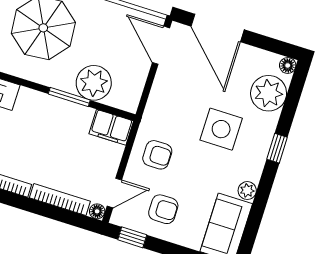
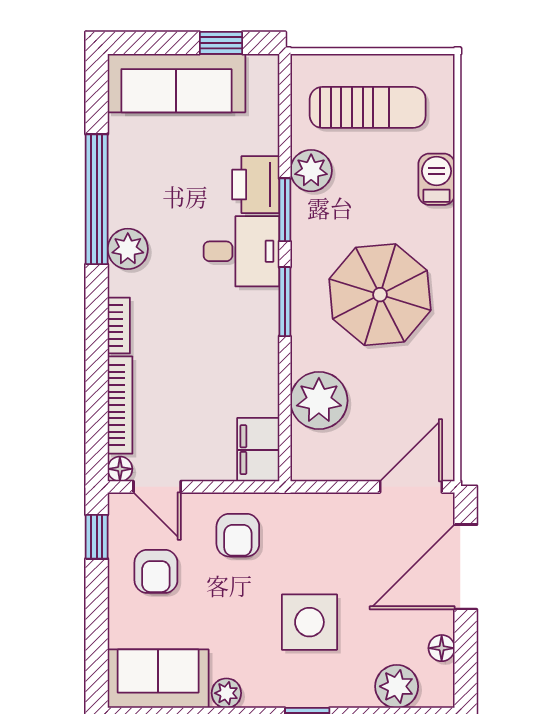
floor lamp: (288, 65) -> (442, 648), moved
plant: (269, 93) -> (397, 686), width x0.73, depth x0.73
window: (69, 97) -> (285, 302), moved

